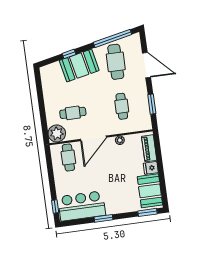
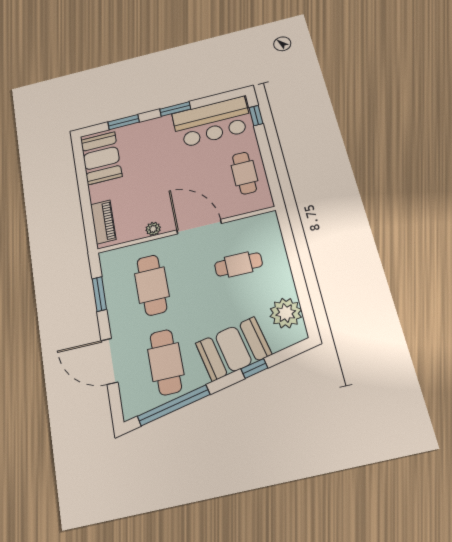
cafe table: (122, 106) -> (152, 285), width x1.37, depth x1.35
plant: (57, 133) -> (286, 313), moved
door: (93, 138) -> (199, 227), hinge flipped
cafe table: (68, 158) -> (244, 173), moved
fridge: (151, 168) -> (100, 192), removed
window: (147, 212) -> (124, 122), moved

